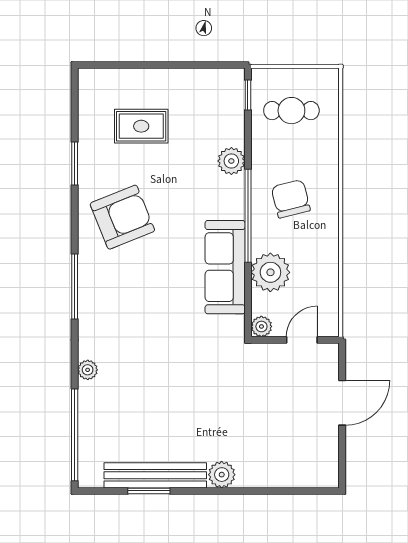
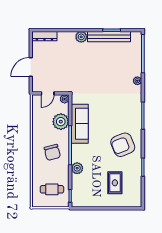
rug: (141, 126) -> (115, 183), turned 90
dresser: (309, 477) -> (44, 36), added

